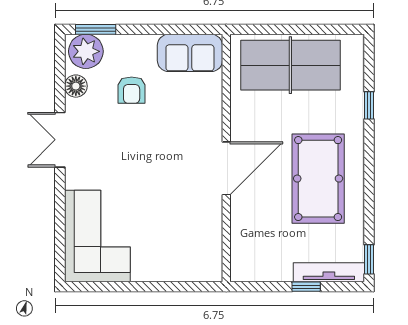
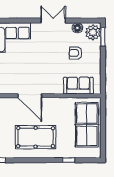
sofa: (190, 53) -> (78, 86), moved, turned 90
door: (226, 168) -> (30, 96), moved

